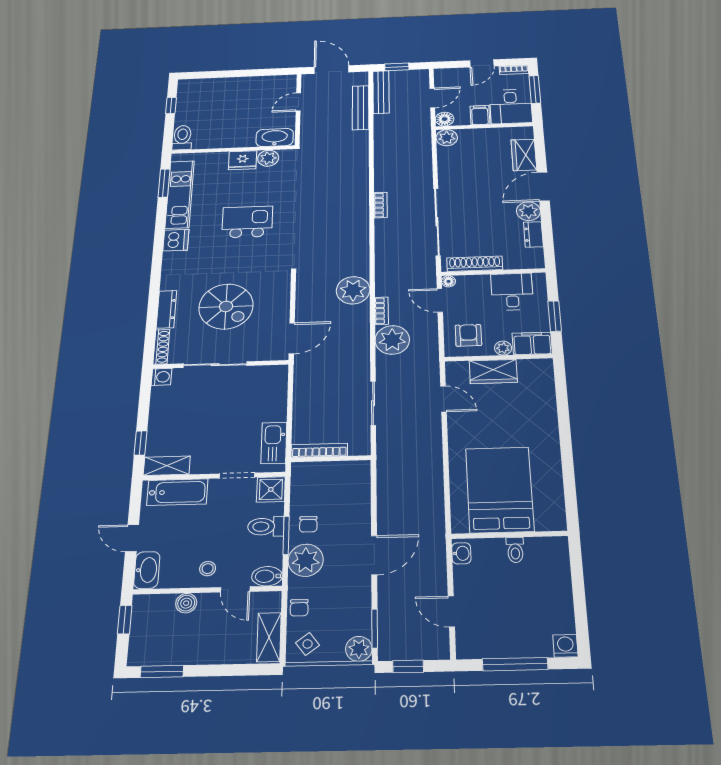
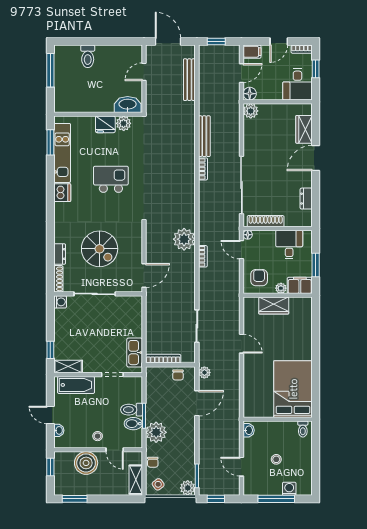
window: (535, 89) -> (316, 69), width x0.67
bench: (381, 92) -> (204, 136), moved
window: (171, 105) -> (50, 70), width x2.17
filing cabinet: (480, 115) -> (252, 52), moved, turned 90
toilet: (182, 138) -> (88, 56), moved, turned 180
plant: (528, 211) -> (304, 179), removed
dresser: (166, 309) -> (60, 254), width x0.70
plant: (392, 340) -> (204, 373), moved, width x0.53, depth x0.53
door: (443, 399) -> (241, 344), moved
shower: (271, 489) -> (134, 385), removed
bed: (499, 490) -> (293, 389), moved
chair: (308, 524) -> (178, 375), moved
toilet: (515, 550) -> (303, 429), moved
door: (374, 555) -> (197, 403), moved
washbasin: (147, 570) -> (59, 430), width x0.52, depth x0.69
bidet: (267, 576) -> (133, 424), moved
stool: (511, 598) -> (276, 459), added
boiler: (186, 603) -> (86, 463), width x1.86, depth x1.86
washing machine: (565, 646) -> (289, 489), moved

